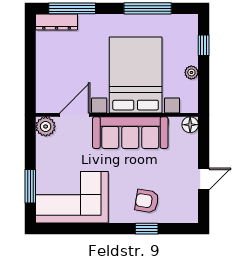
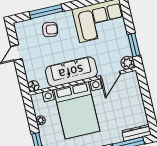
window: (30, 186) -> (134, 45), moved
window: (147, 229) -> (46, 12), width x2.17

